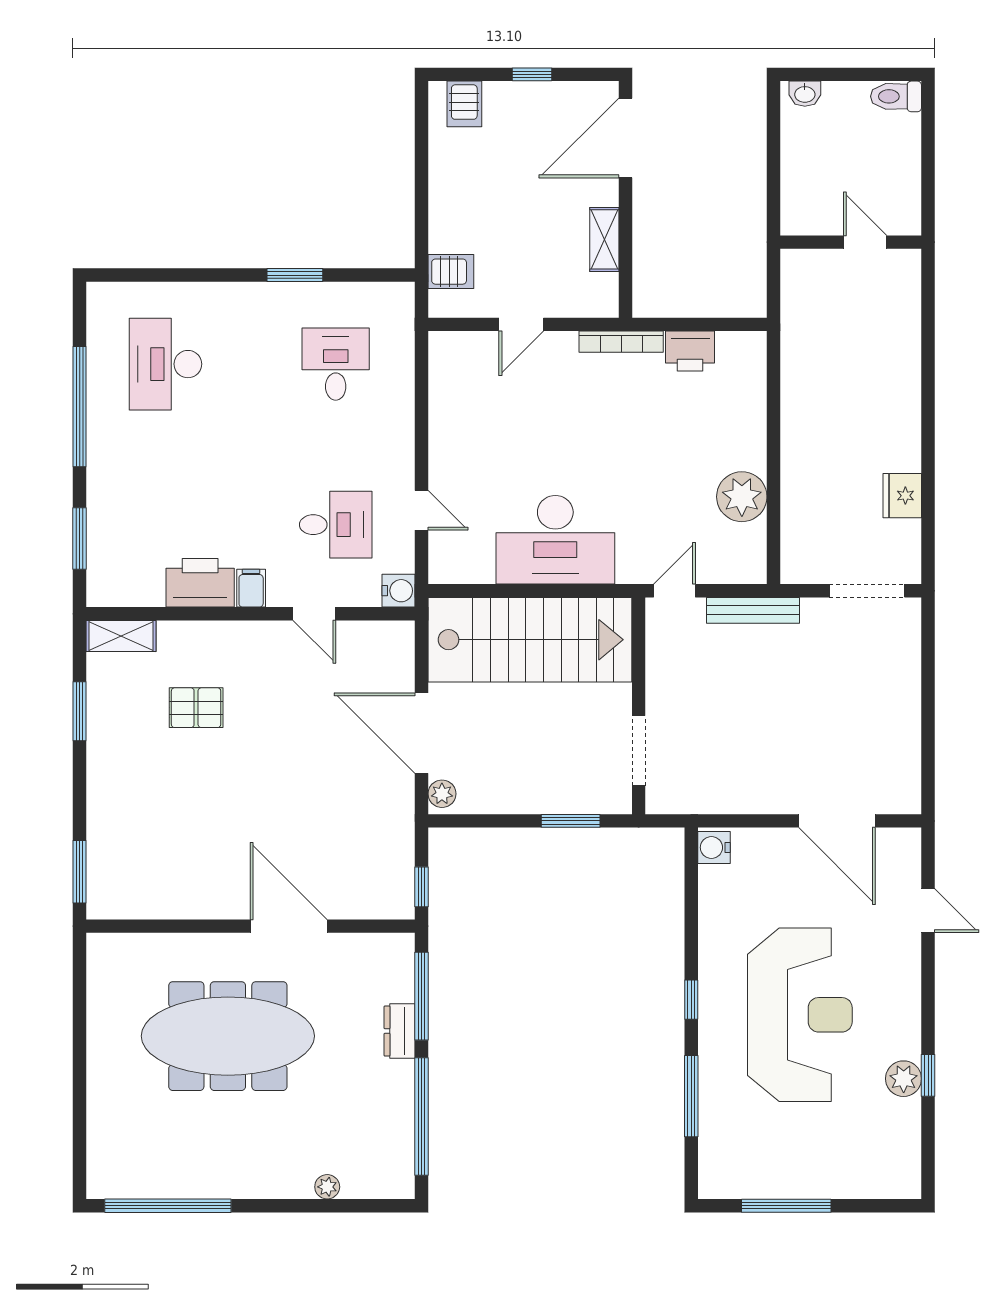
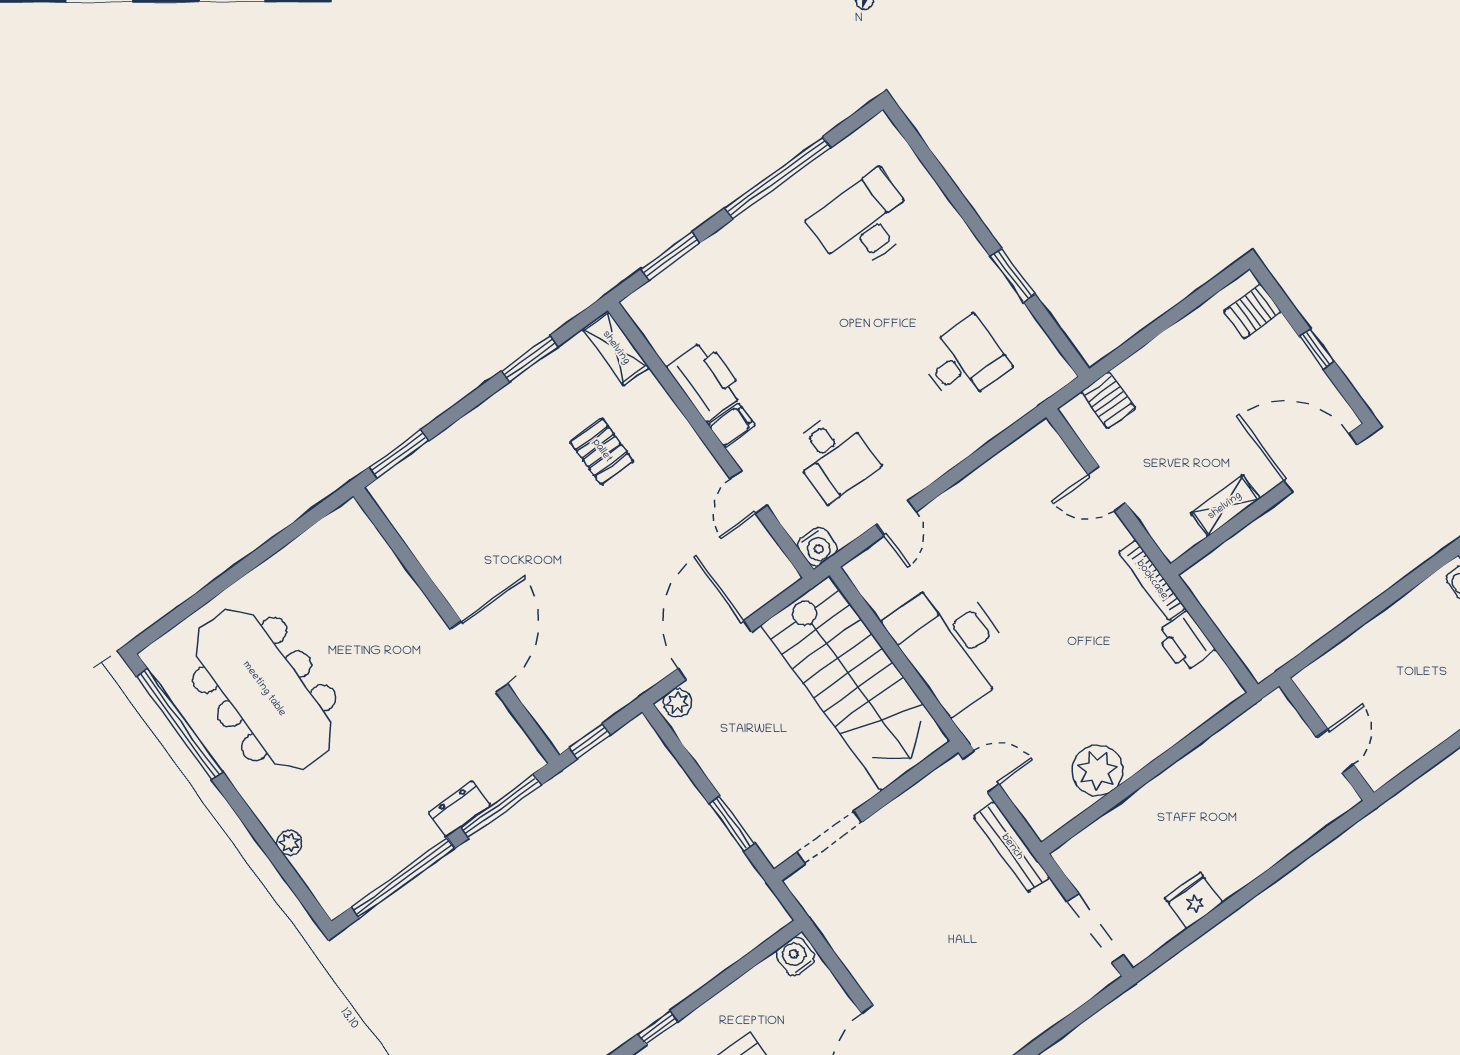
wall: (851, 242) -> (1327, 739), moved
door: (865, 242) -> (1335, 751), moved
meeting table: (228, 1036) -> (264, 689), moved

